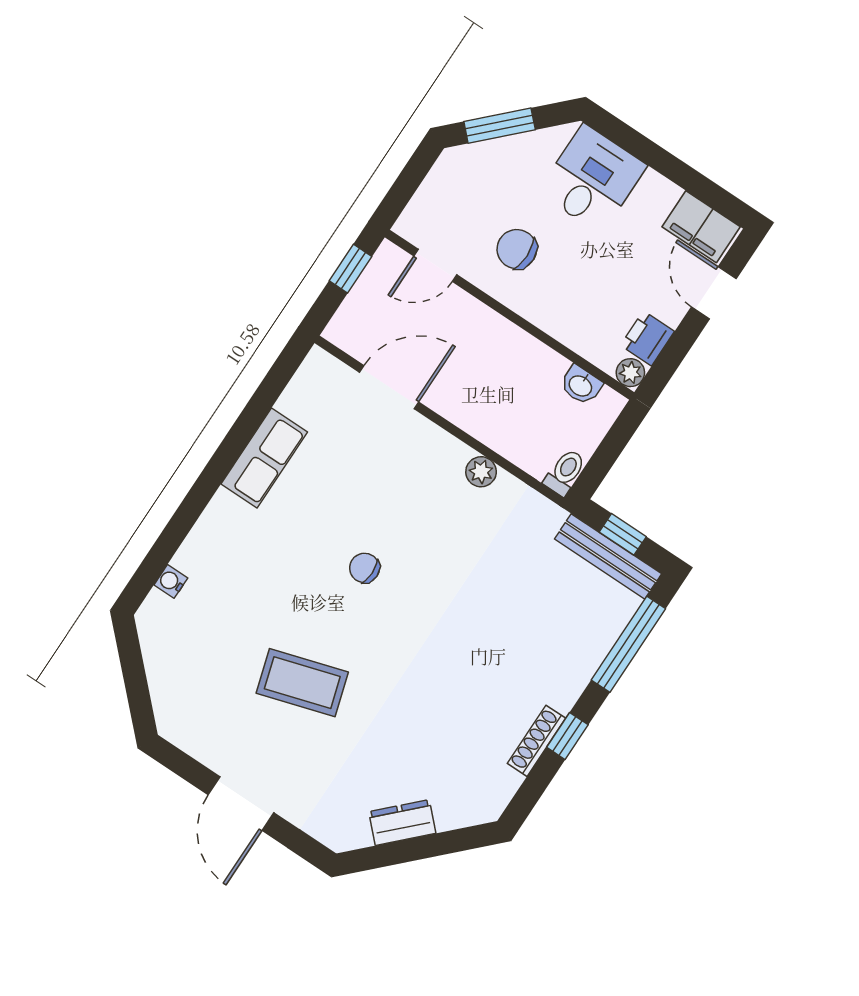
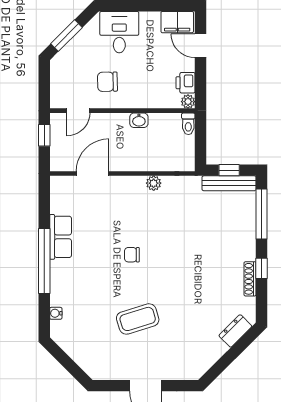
washbasin: (581, 385) -> (139, 120), moved
toilet: (565, 472) -> (188, 124), moved, turned 180
window: (210, 480) -> (44, 261), added
dresser: (402, 822) -> (235, 331), moved

